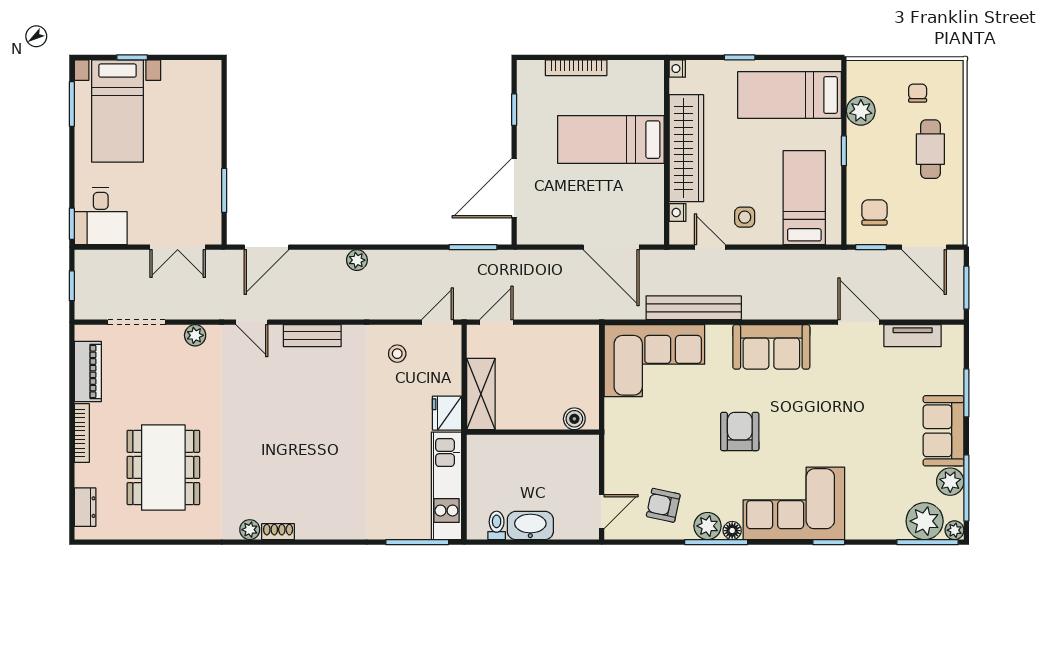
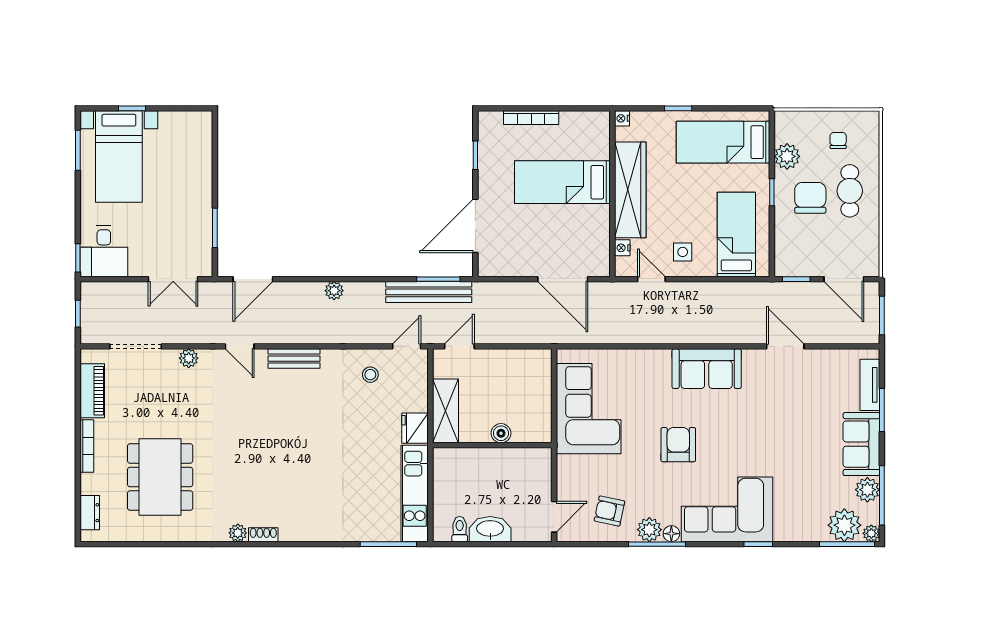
chair: (874, 212) -> (810, 198), moved, width x1.37, depth x1.37
bench: (694, 308) -> (429, 292), moved
tv unit: (913, 336) -> (870, 385), moved, turned 90
corner sofa: (654, 361) -> (589, 409), moved, turned -90
boiler: (574, 419) -> (501, 433), moved

